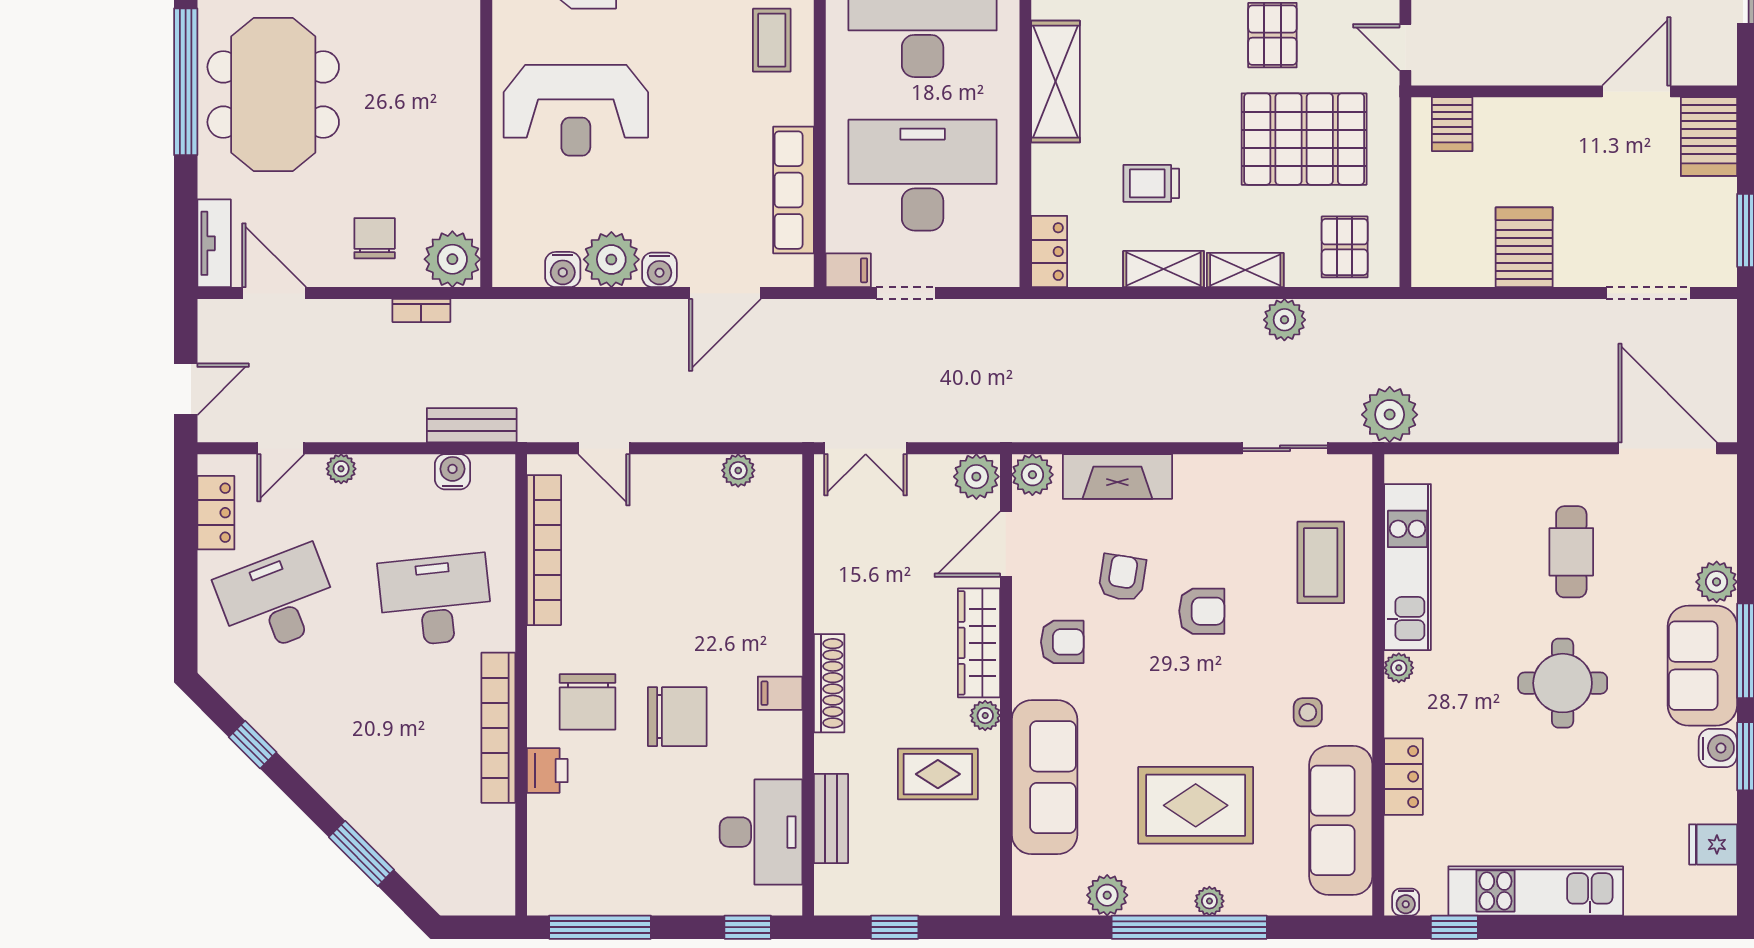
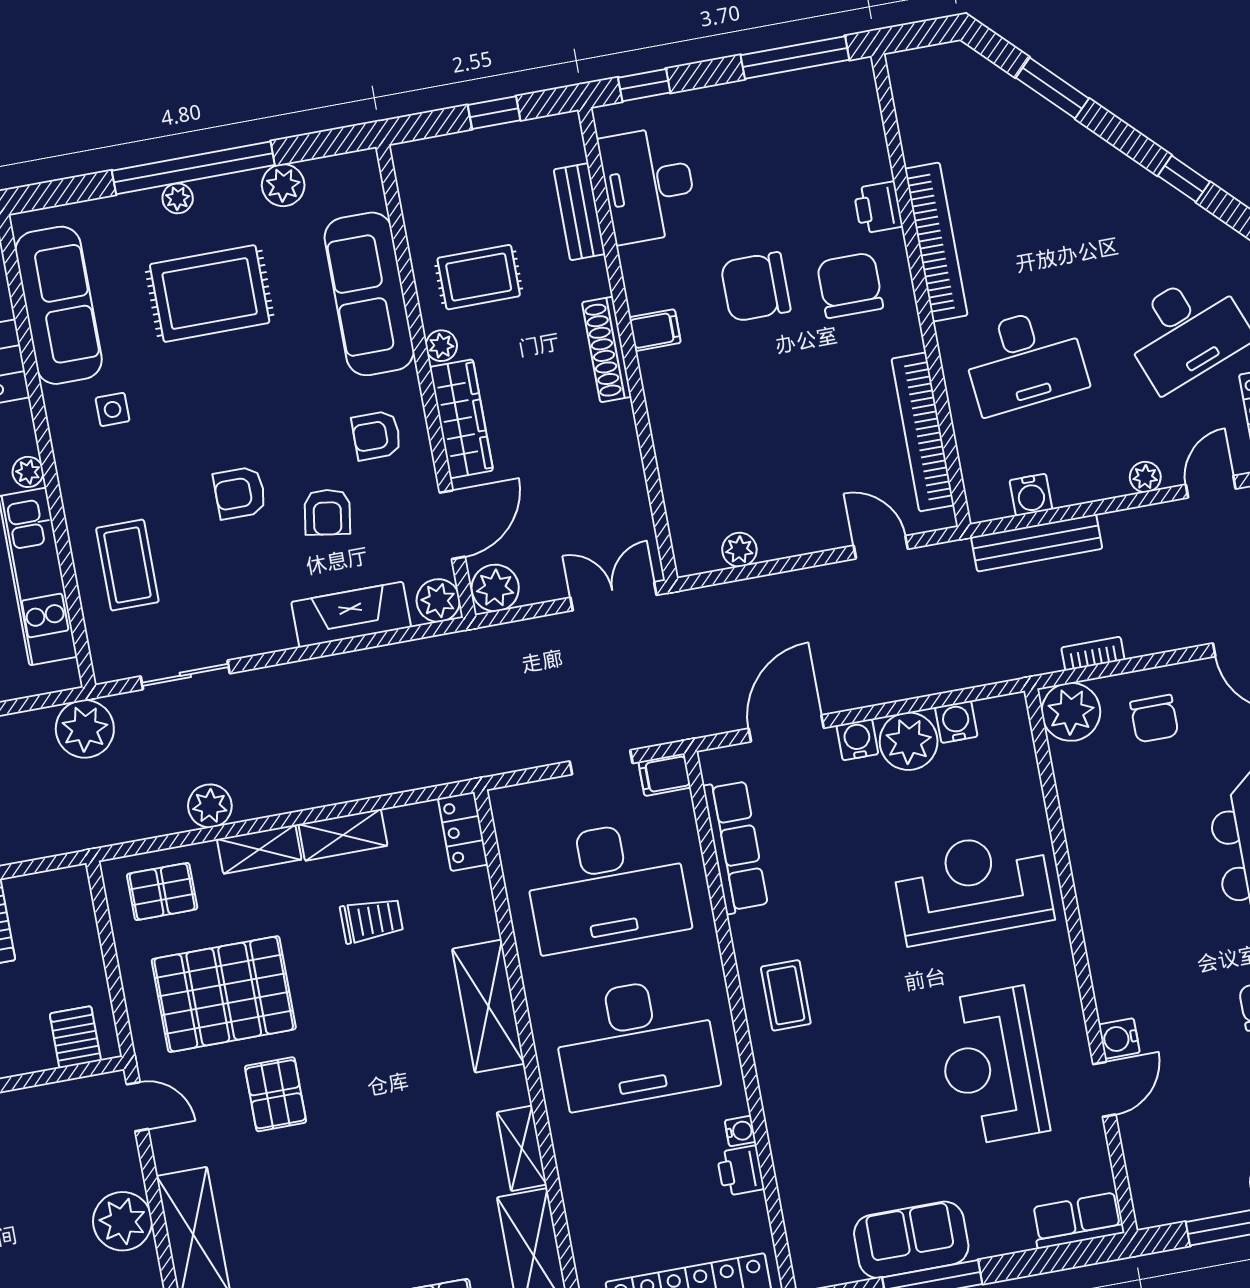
pallet: (1345, 247) -> (162, 892), turned 90
bench: (472, 425) -> (1037, 543), width x1.36

